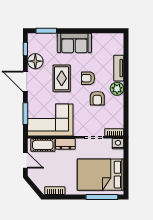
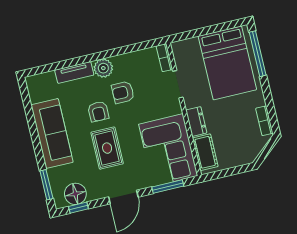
sofa: (74, 43) -> (52, 133), width x1.36
floor lamp: (35, 61) -> (75, 194), moved
rug: (62, 78) -> (107, 148), turned 90
armchair: (97, 98) -> (123, 92), turned 180
nightstand: (118, 144) -> (179, 49), removed
door: (25, 160) -> (232, 171), removed

